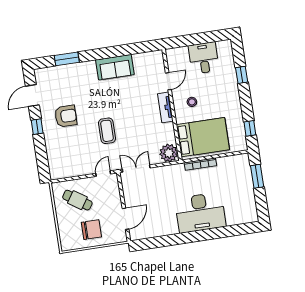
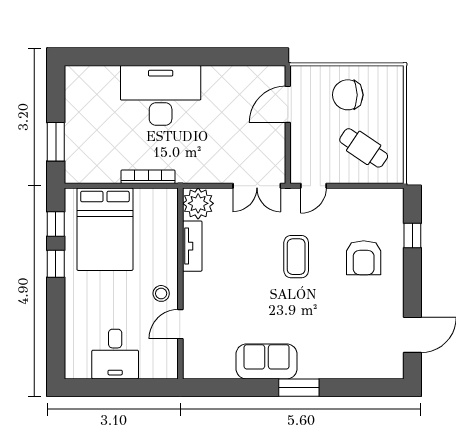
window: (67, 59) -> (299, 388), moved
window: (242, 75) -> (56, 264), moved
stool: (192, 102) -> (161, 293), moved
tv unit: (165, 107) -> (192, 246), moved
armchair: (66, 116) -> (364, 258), moved, turned -90
window: (37, 127) -> (412, 235), moved
bed: (203, 137) -> (105, 229), moved, turned -90

